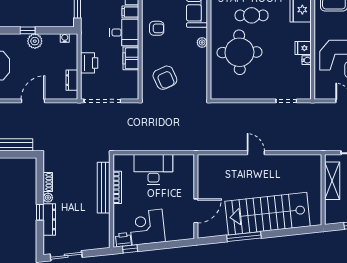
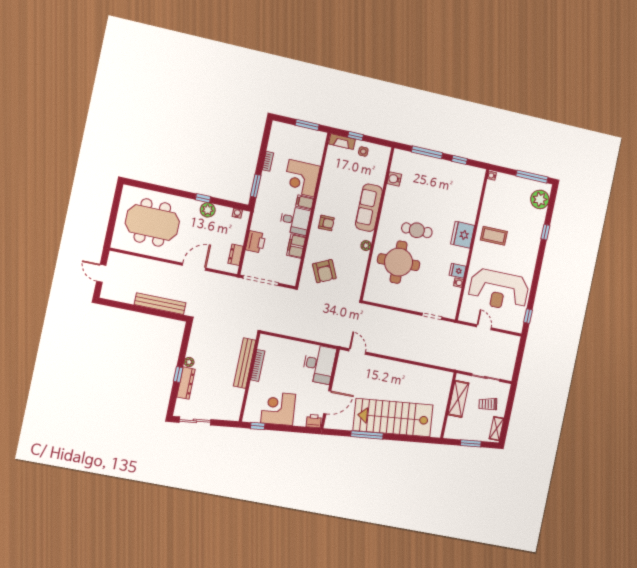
door: (256, 153) -> (357, 351), moved
desk: (153, 169) -> (319, 364), moved, turned 90
shoe rack: (48, 182) -> (192, 347), removed
printer: (123, 240) -> (314, 421), moved

